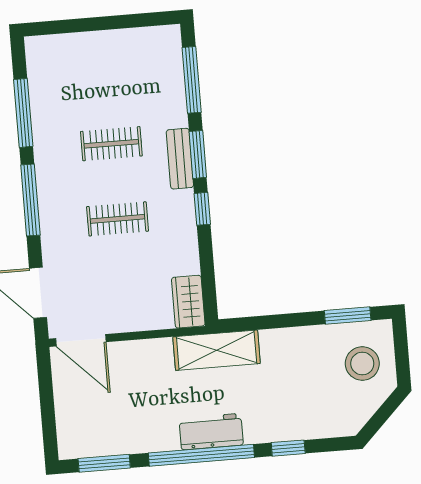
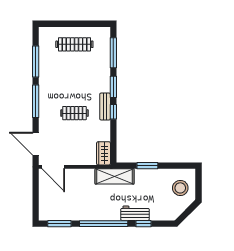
clothes rail: (111, 144) -> (74, 44), moved, width x1.36
bench: (180, 159) -> (105, 106), moved
window: (348, 316) -> (147, 166), moved
workbench: (211, 432) -> (135, 213), moved

